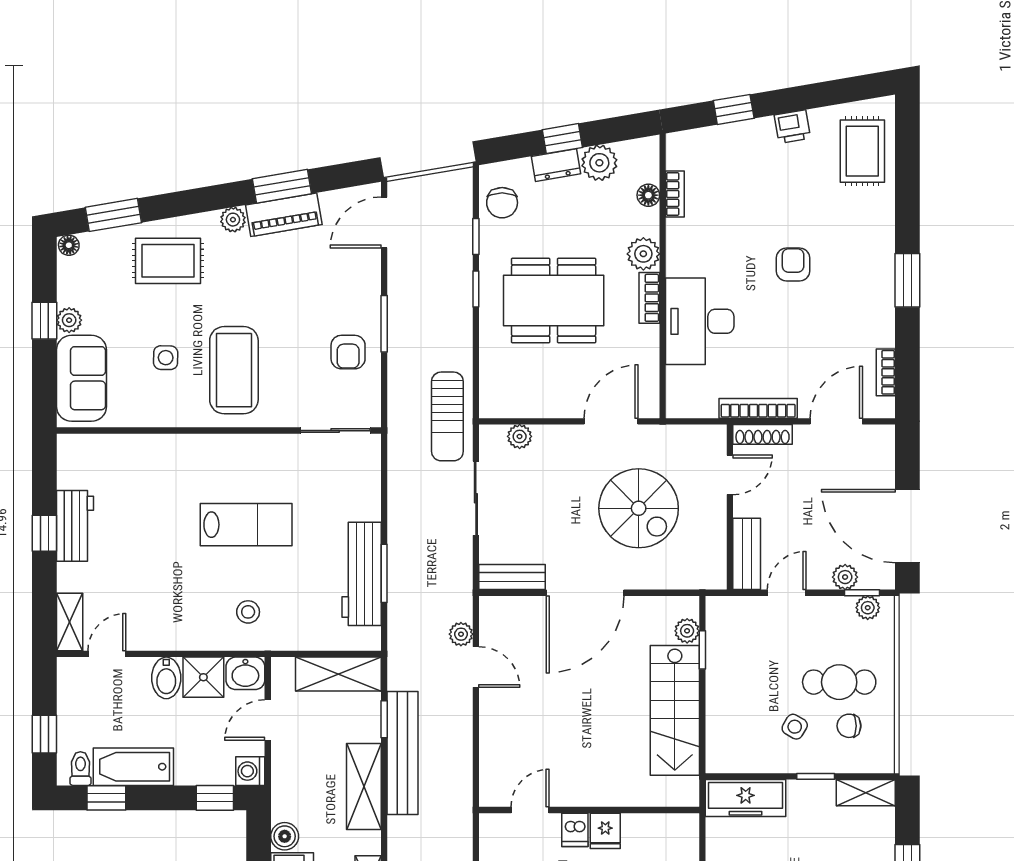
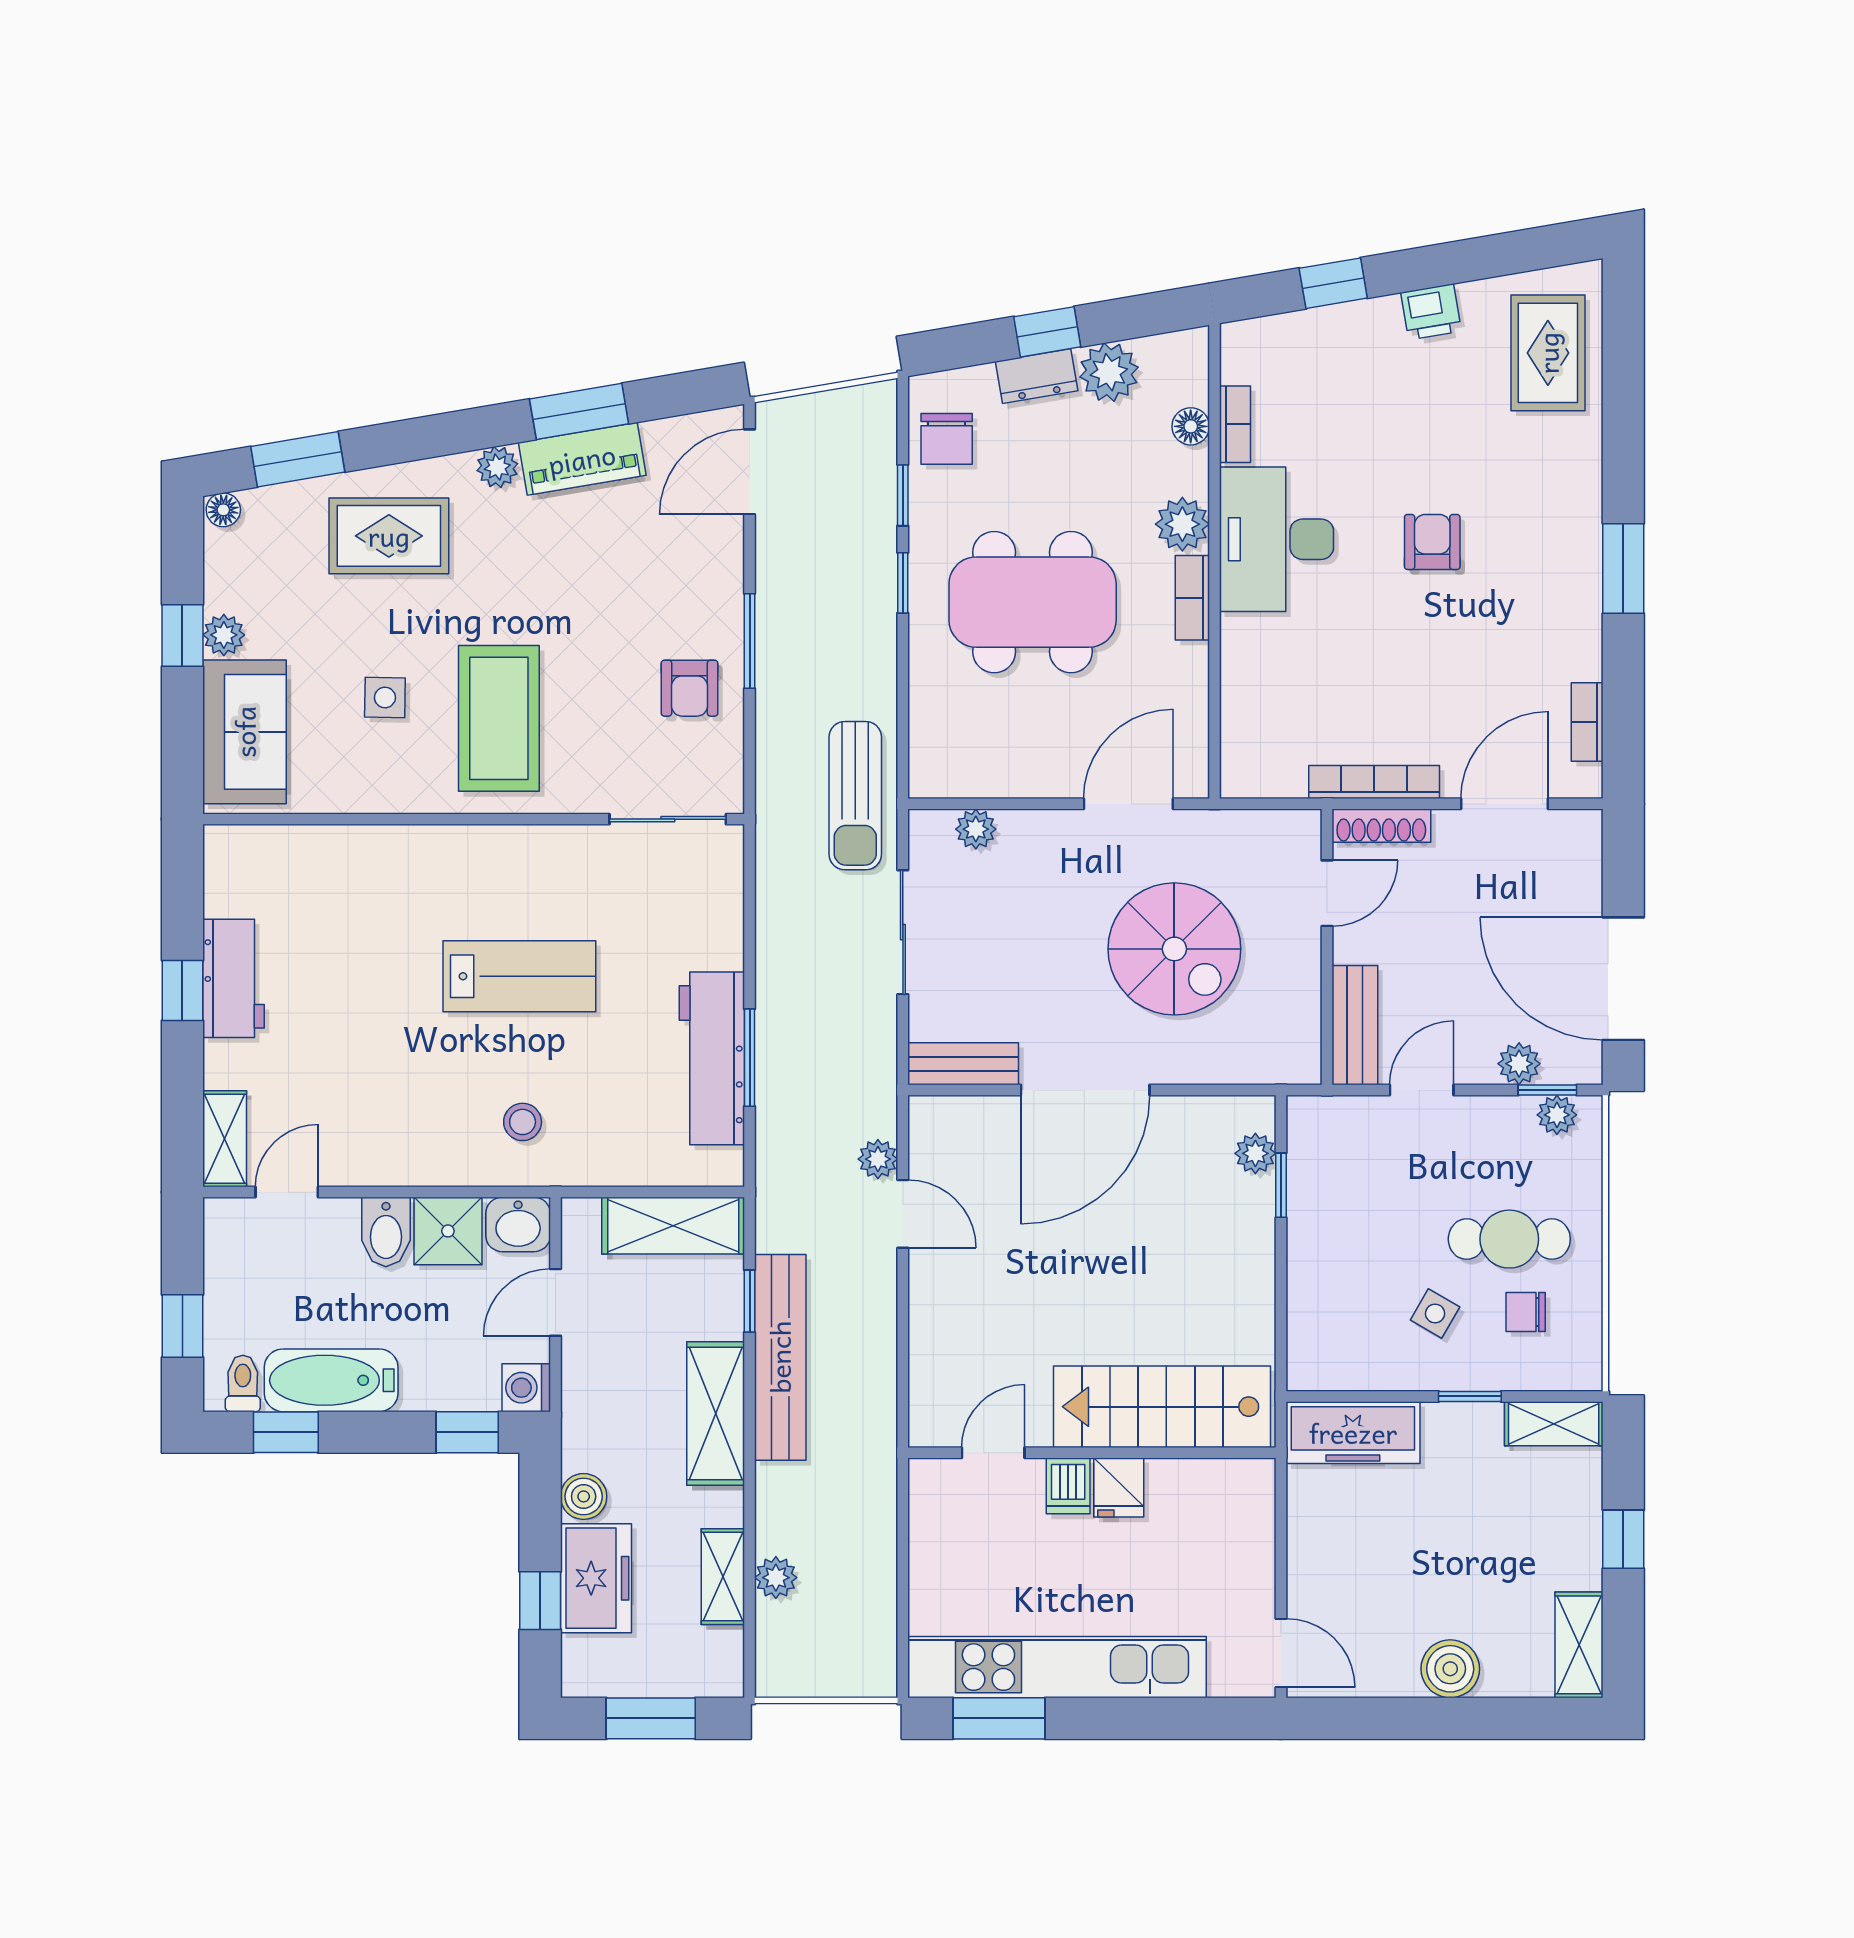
desk: (700, 321) -> (1277, 539), moved
stairs: (675, 710) -> (1162, 1407), moved, turned 90

